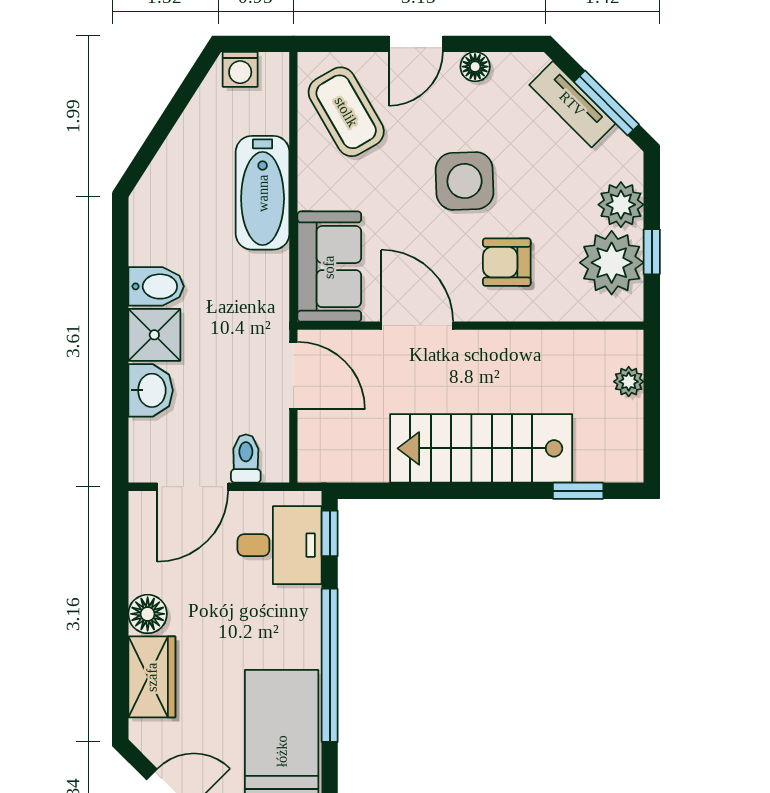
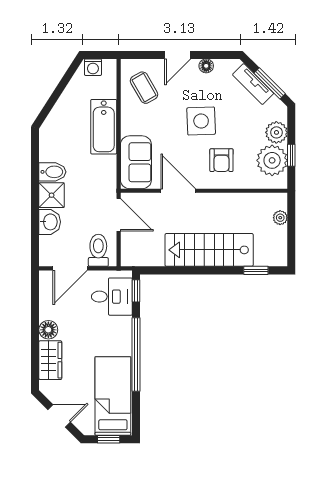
coffee table: (346, 112) -> (144, 88), width x0.73, depth x0.77
armchair: (507, 262) -> (221, 160), turned -90
toilet: (246, 459) -> (98, 250), width x1.37, depth x1.39

